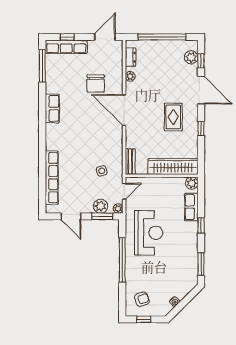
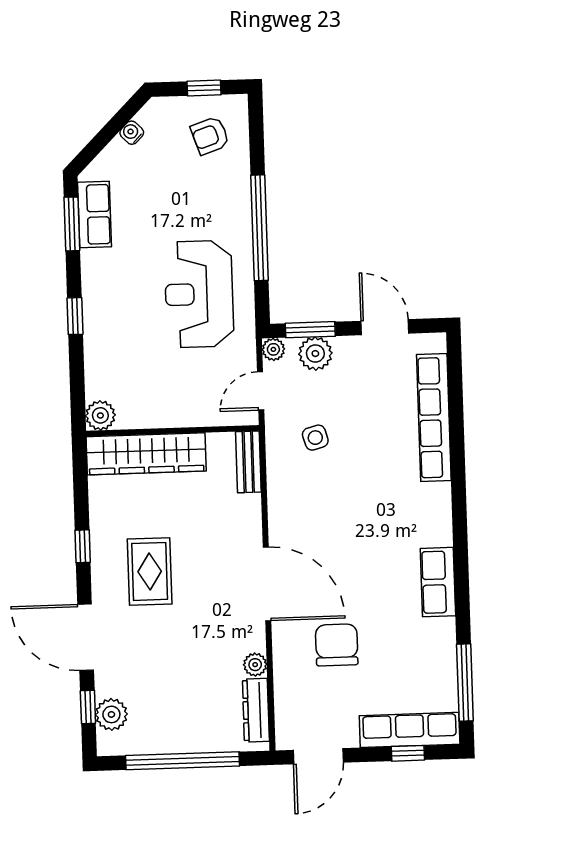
dresser: (130, 57) -> (256, 710), width x1.44
row of seats: (191, 207) -> (95, 214), moved

